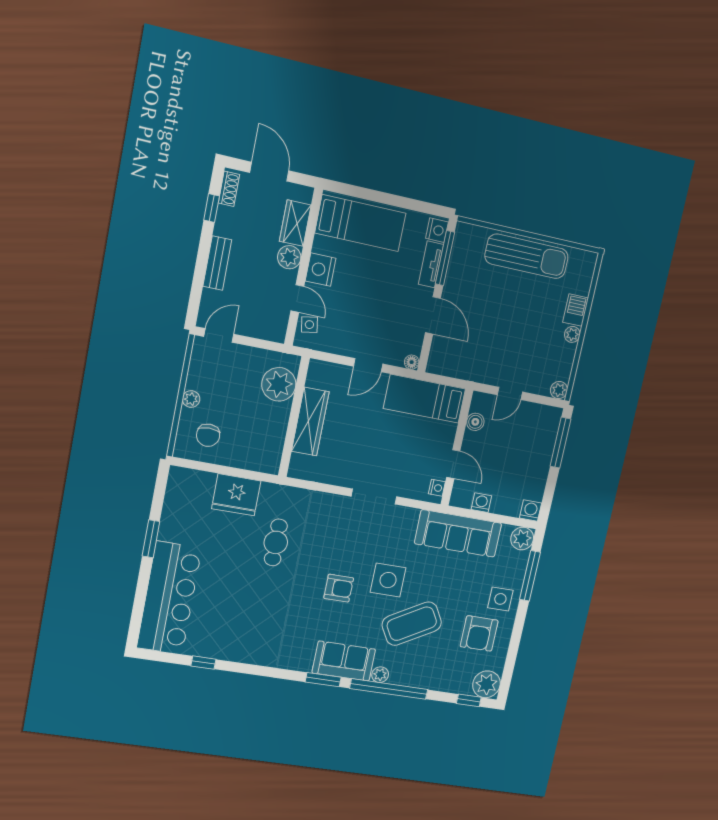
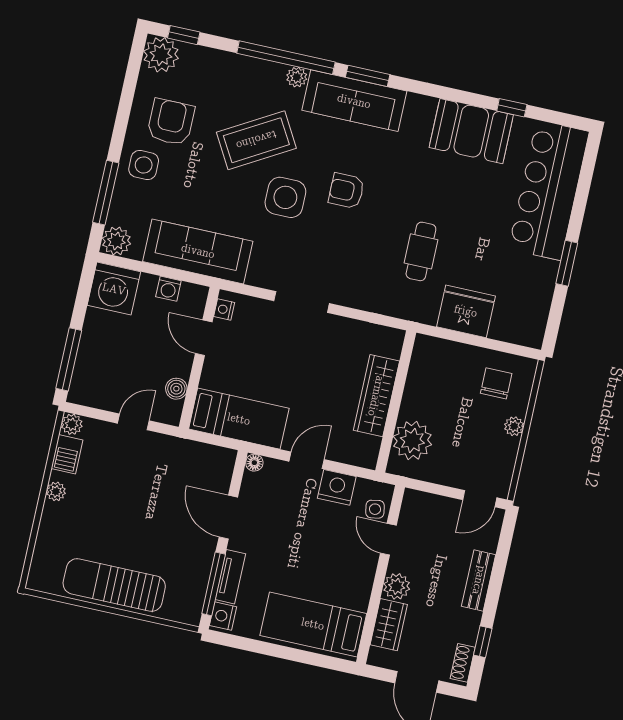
nightstand: (321, 270) -> (337, 487), moved, turned -90
barbecue: (576, 310) -> (67, 454), moved
washing machine: (531, 510) -> (114, 289), width x1.89, depth x1.89
booth: (237, 642) -> (471, 131), added
sofa: (344, 661) -> (354, 101), width x1.36

